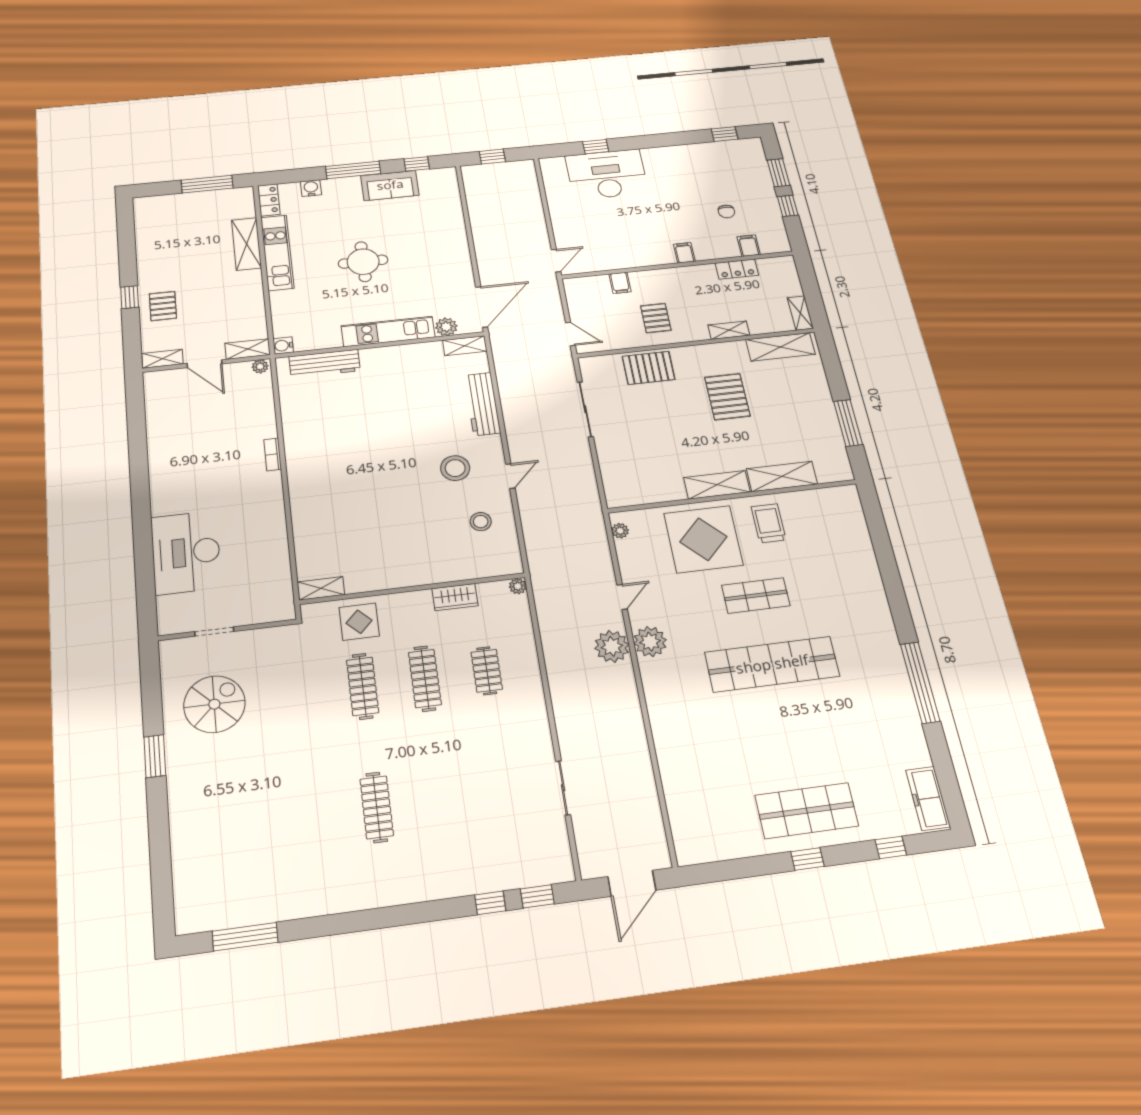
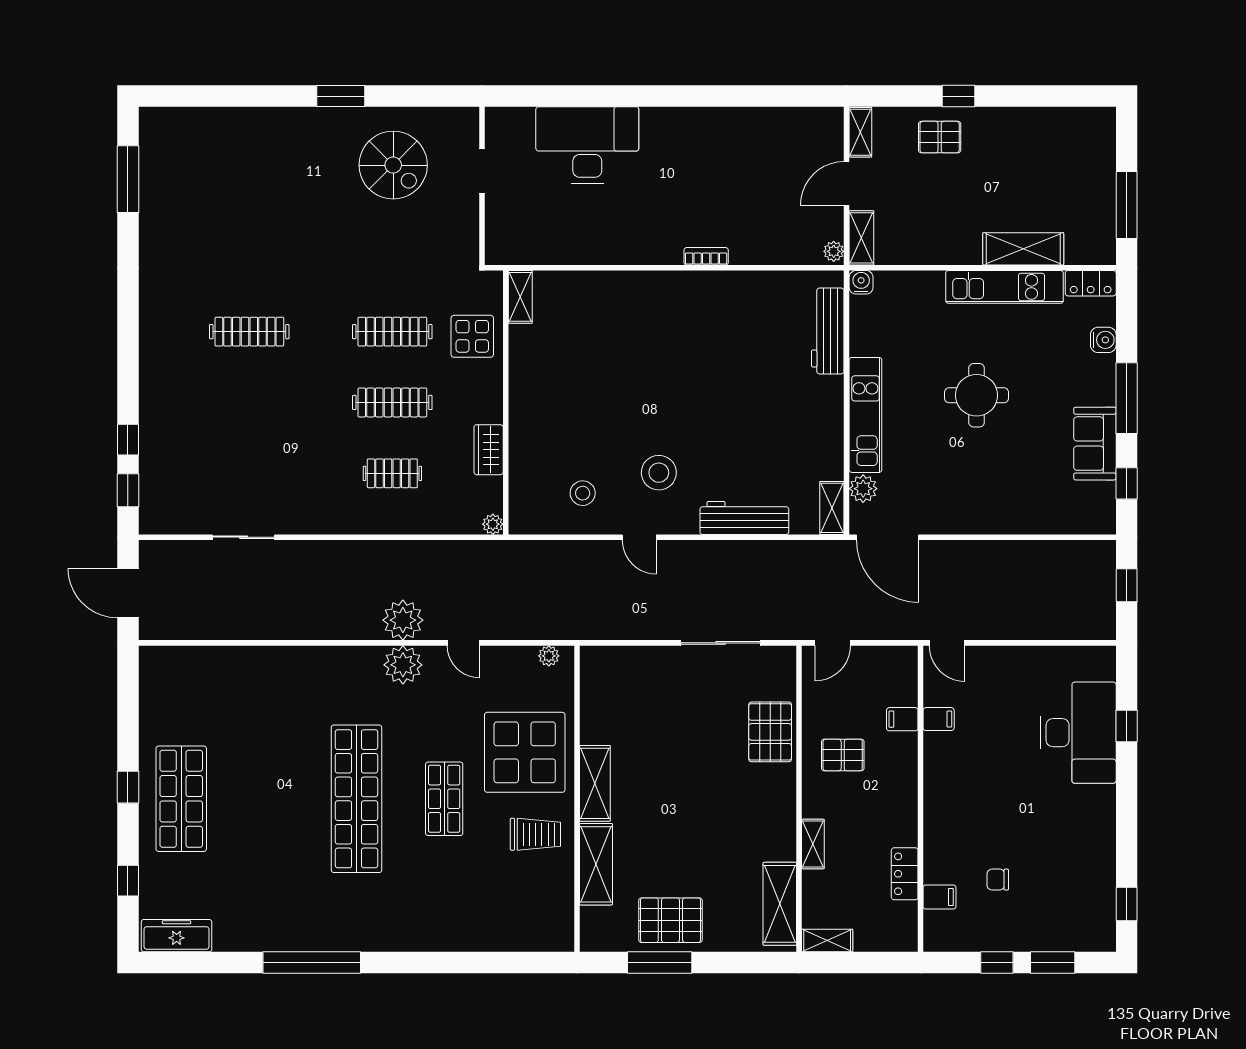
filing cabinet: (684, 253) -> (939, 719), moved
pallet: (727, 397) -> (670, 920), moved

